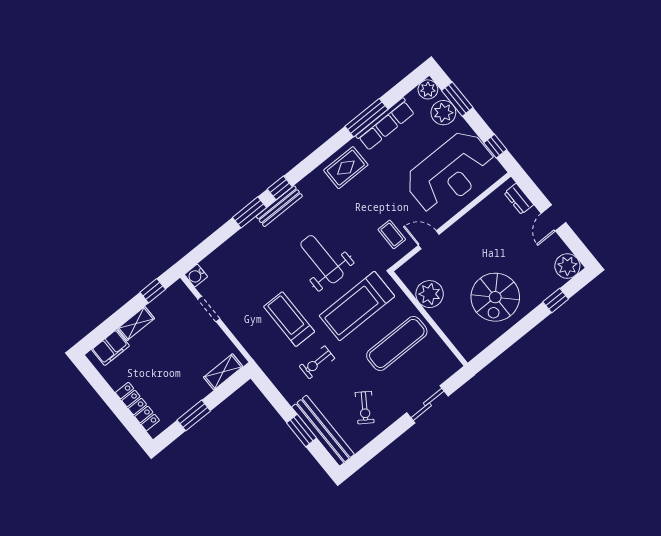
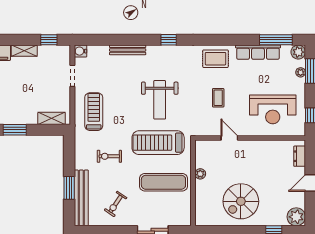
plant: (443, 113) -> (301, 72), width x0.53, depth x0.53
window: (366, 118) -> (276, 40), moved
reception desk: (450, 172) -> (273, 109), width x0.74, depth x0.77
bench: (279, 206) -> (128, 50), moved
window: (249, 212) -> (140, 40), removed
coffee table: (392, 234) -> (218, 98), moved
weight bench: (322, 259) -> (160, 100), turned 180
plant: (430, 294) -> (200, 174), width x0.53, depth x0.53
treadmill: (289, 319) -> (94, 112), moved

